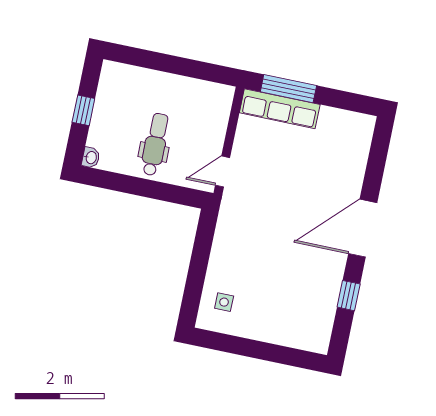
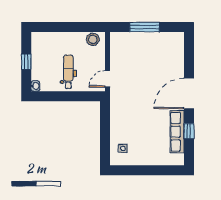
window: (288, 89) -> (145, 27), moved
stool: (211, 95) -> (93, 39), added
row of seats: (280, 109) -> (177, 132), moved, turned 90

